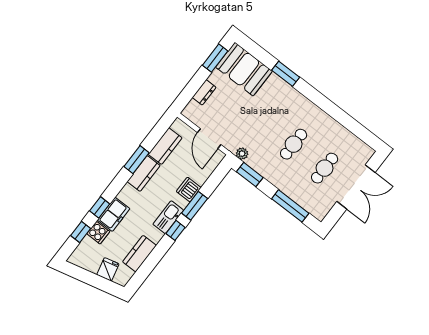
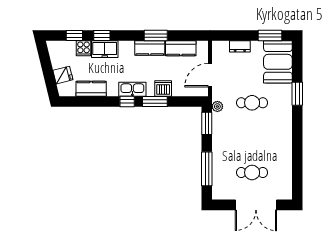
cafe table: (294, 144) -> (252, 103), moved

